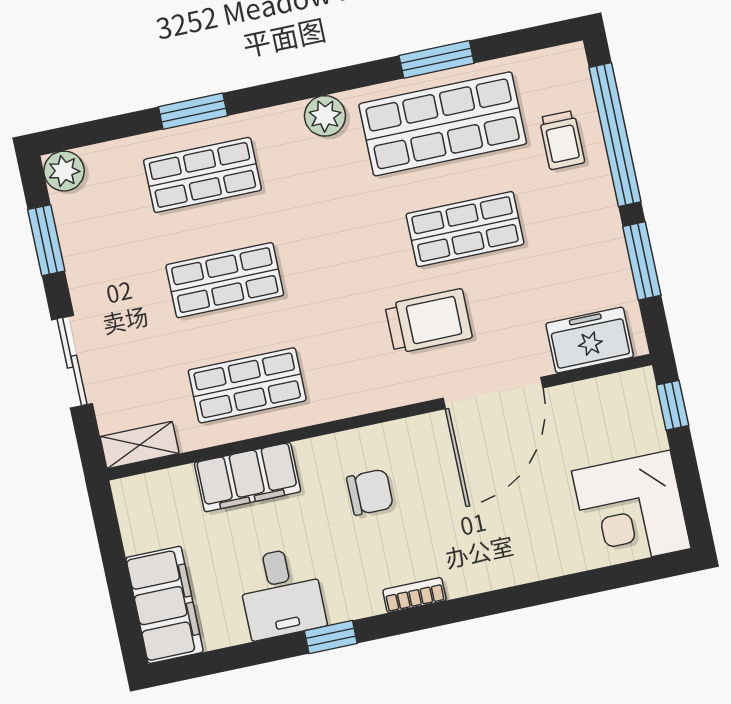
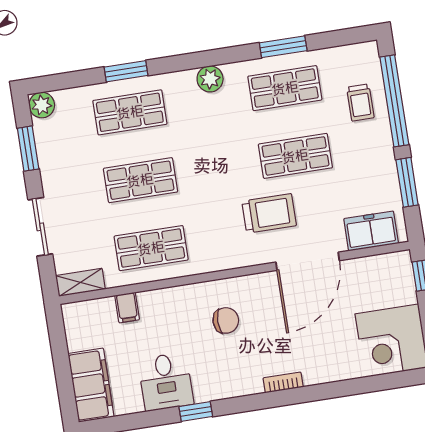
shop shelf: (443, 124) -> (285, 88), width x0.70, depth x0.74
filing cabinet: (247, 477) -> (127, 308), width x0.33, depth x0.86
bookcase: (414, 595) -> (283, 382), moved

